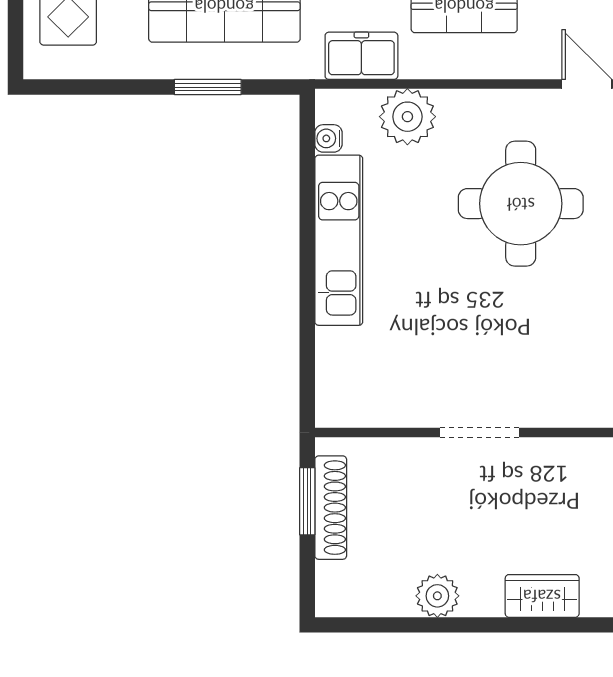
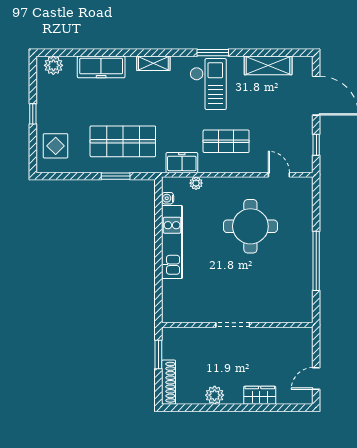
plant: (407, 117) -> (196, 183), width x0.53, depth x0.53
shoe rack: (331, 508) -> (169, 382), moved

